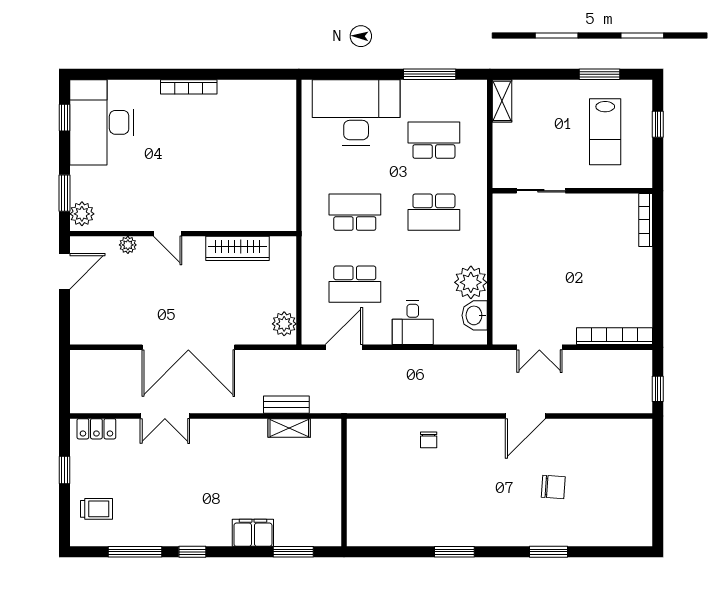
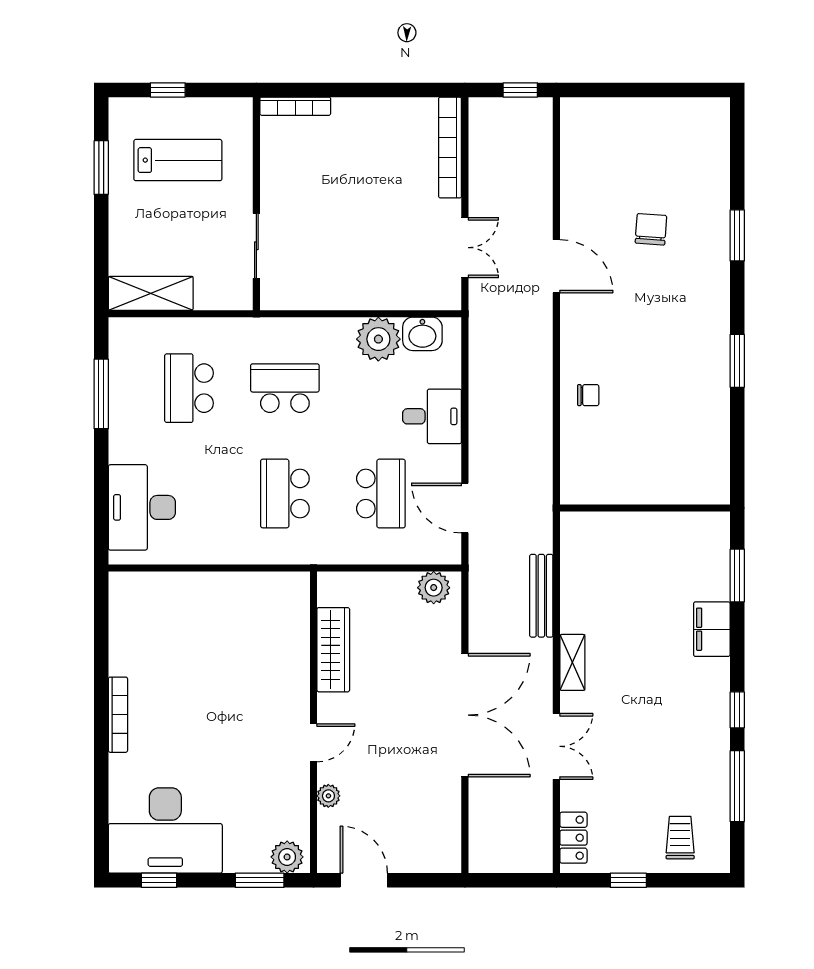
shelving: (502, 101) -> (151, 293), width x1.50, depth x1.33
desk: (356, 112) -> (142, 507), width x0.73, depth x0.77
school desk: (434, 212) -> (285, 388), turned -90
bench: (286, 405) -> (541, 596), width x1.36
shelving: (289, 428) -> (572, 662), moved

